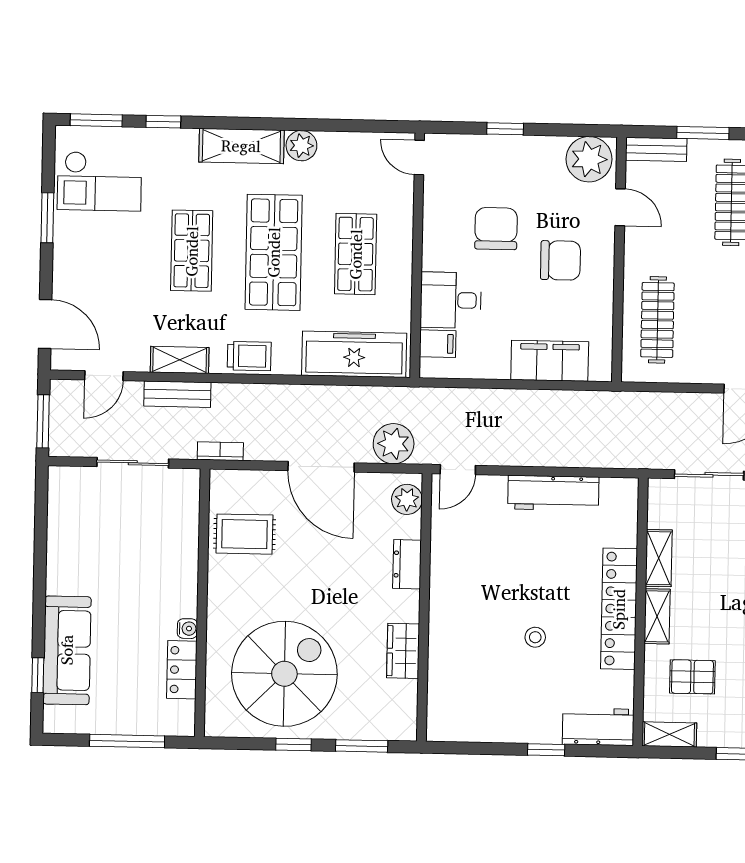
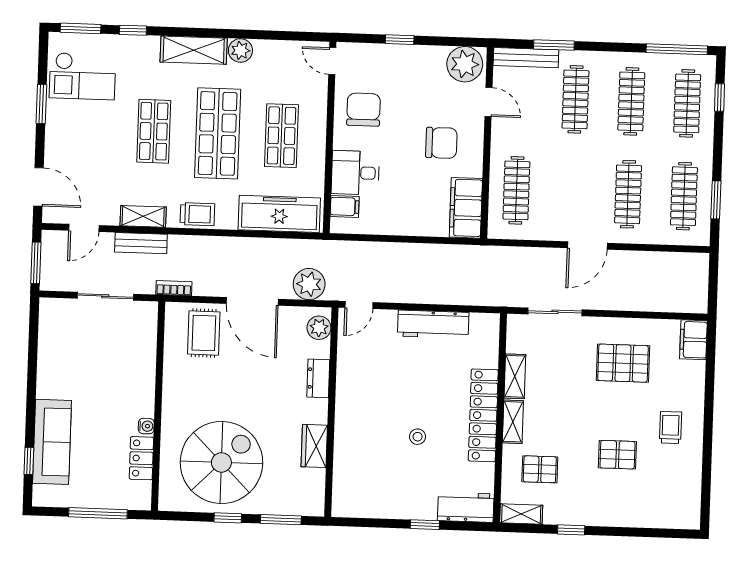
bench: (656, 149) -> (526, 58), width x1.36
chair: (496, 229) -> (364, 110), moved
filing cabinet: (550, 361) -> (466, 208), moved, turned -90
rug: (245, 534) -> (204, 333), moved, turned 90

